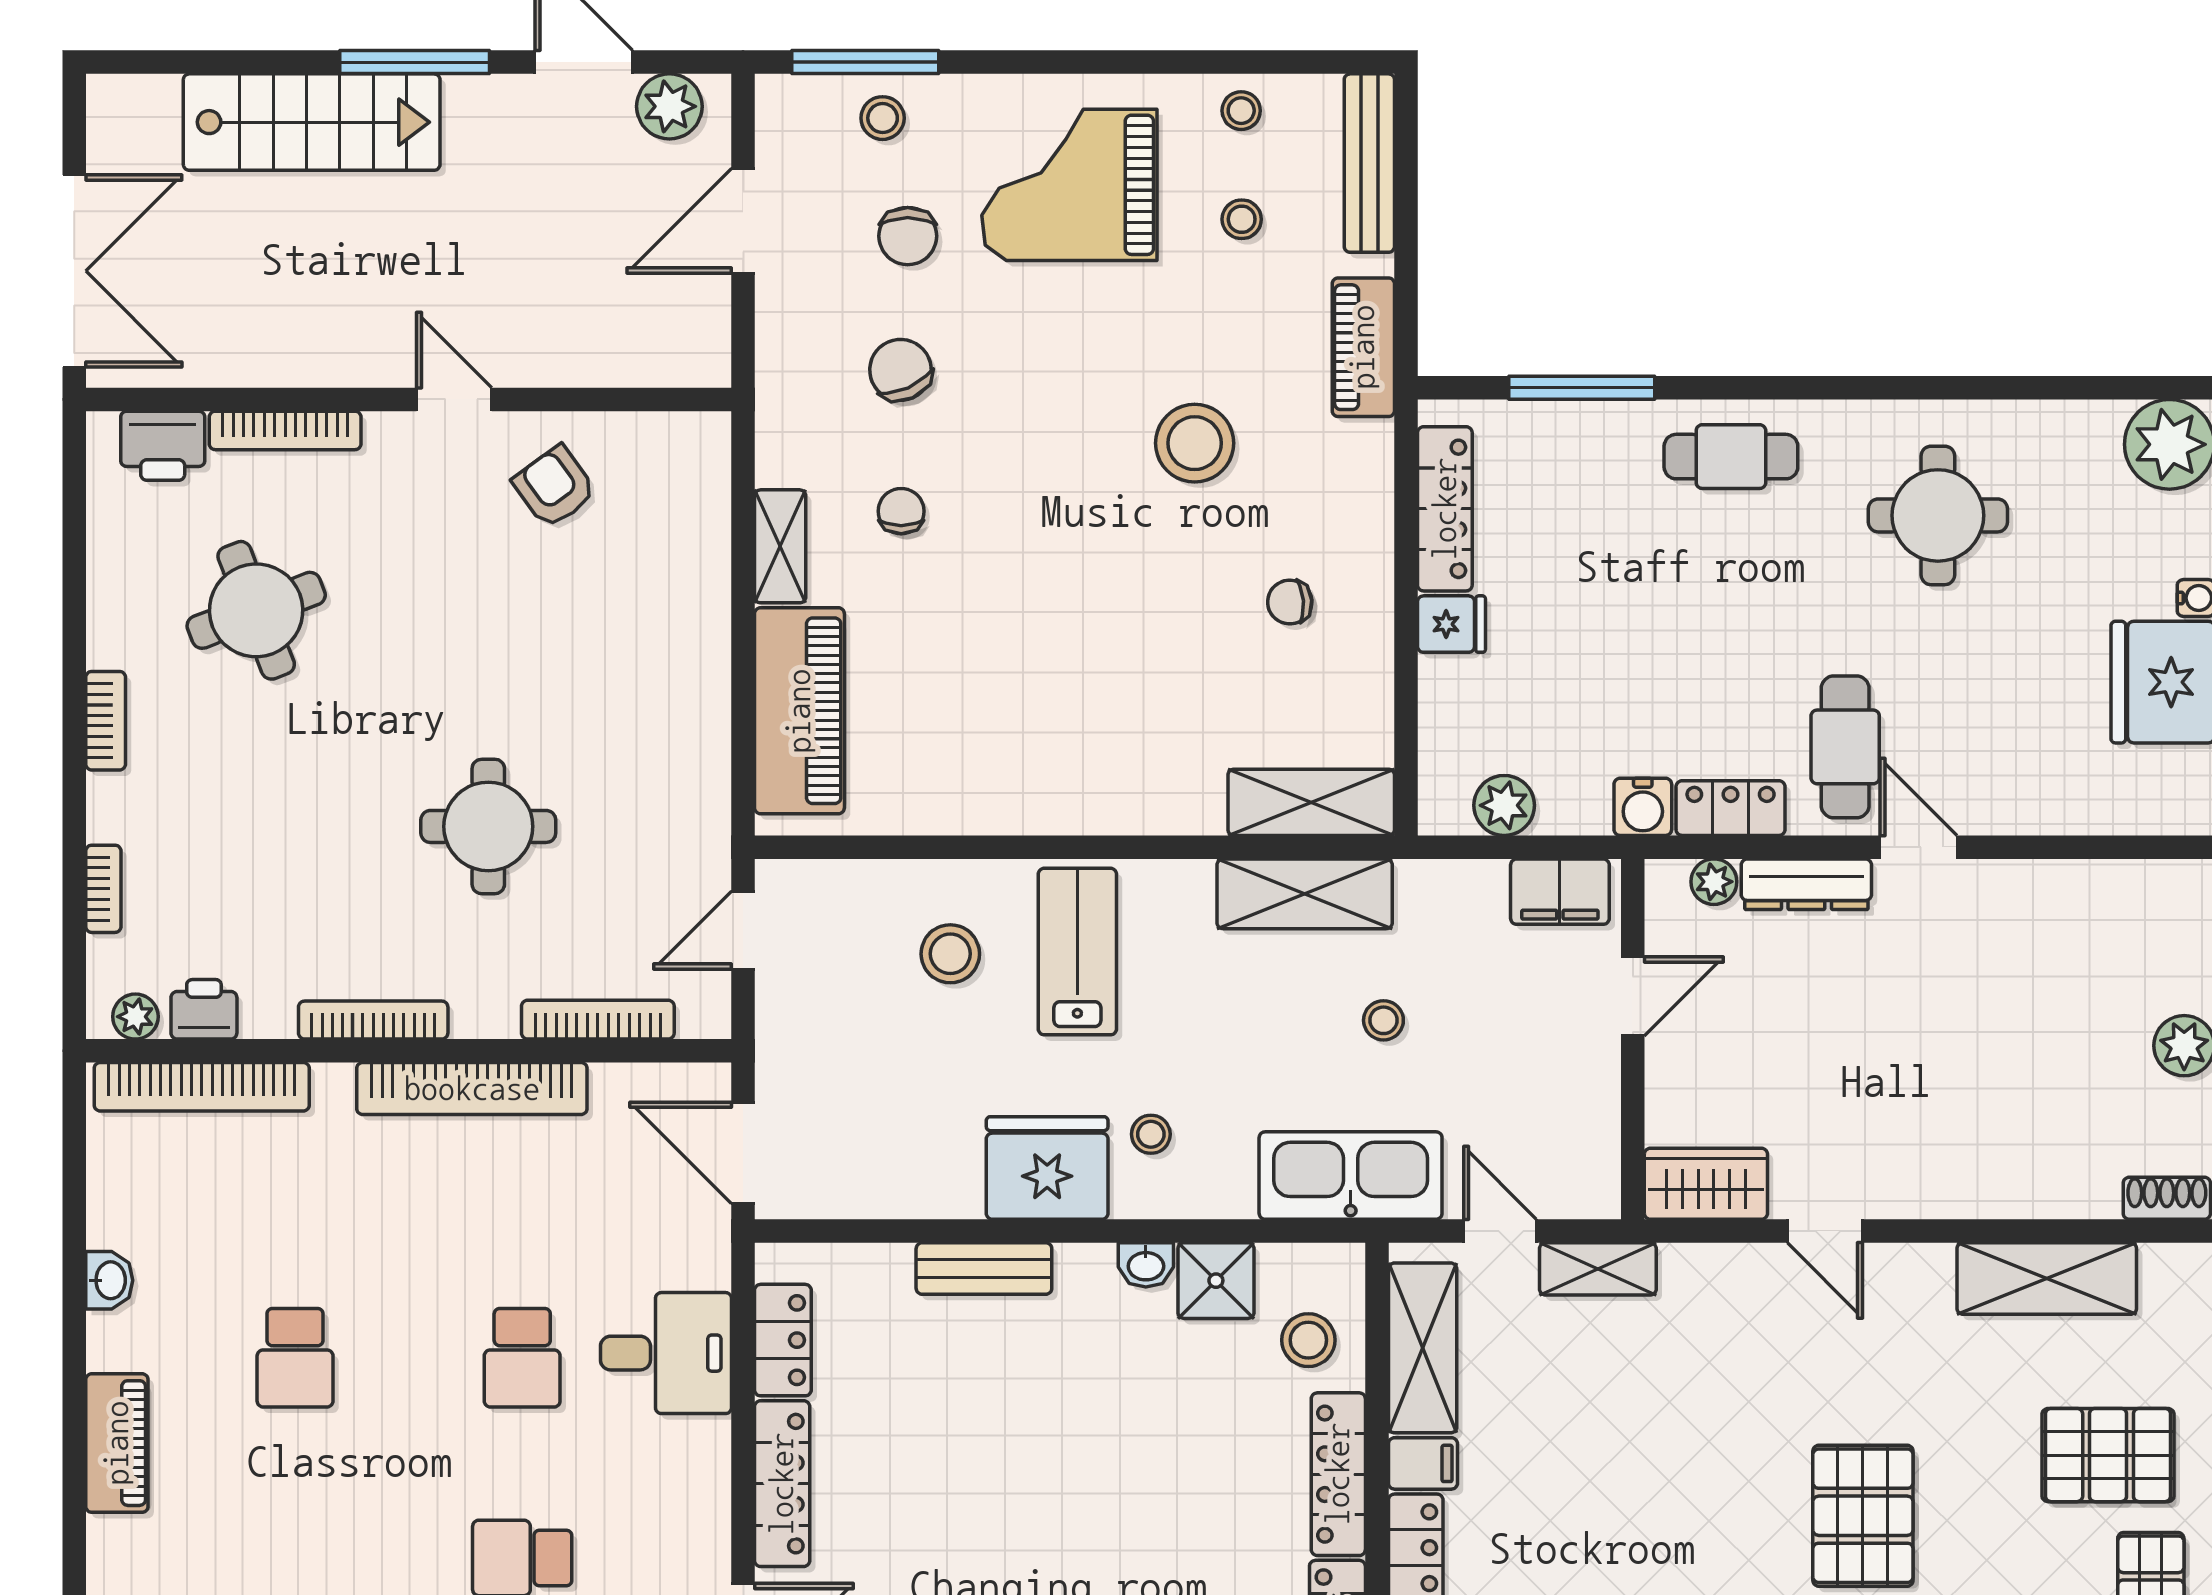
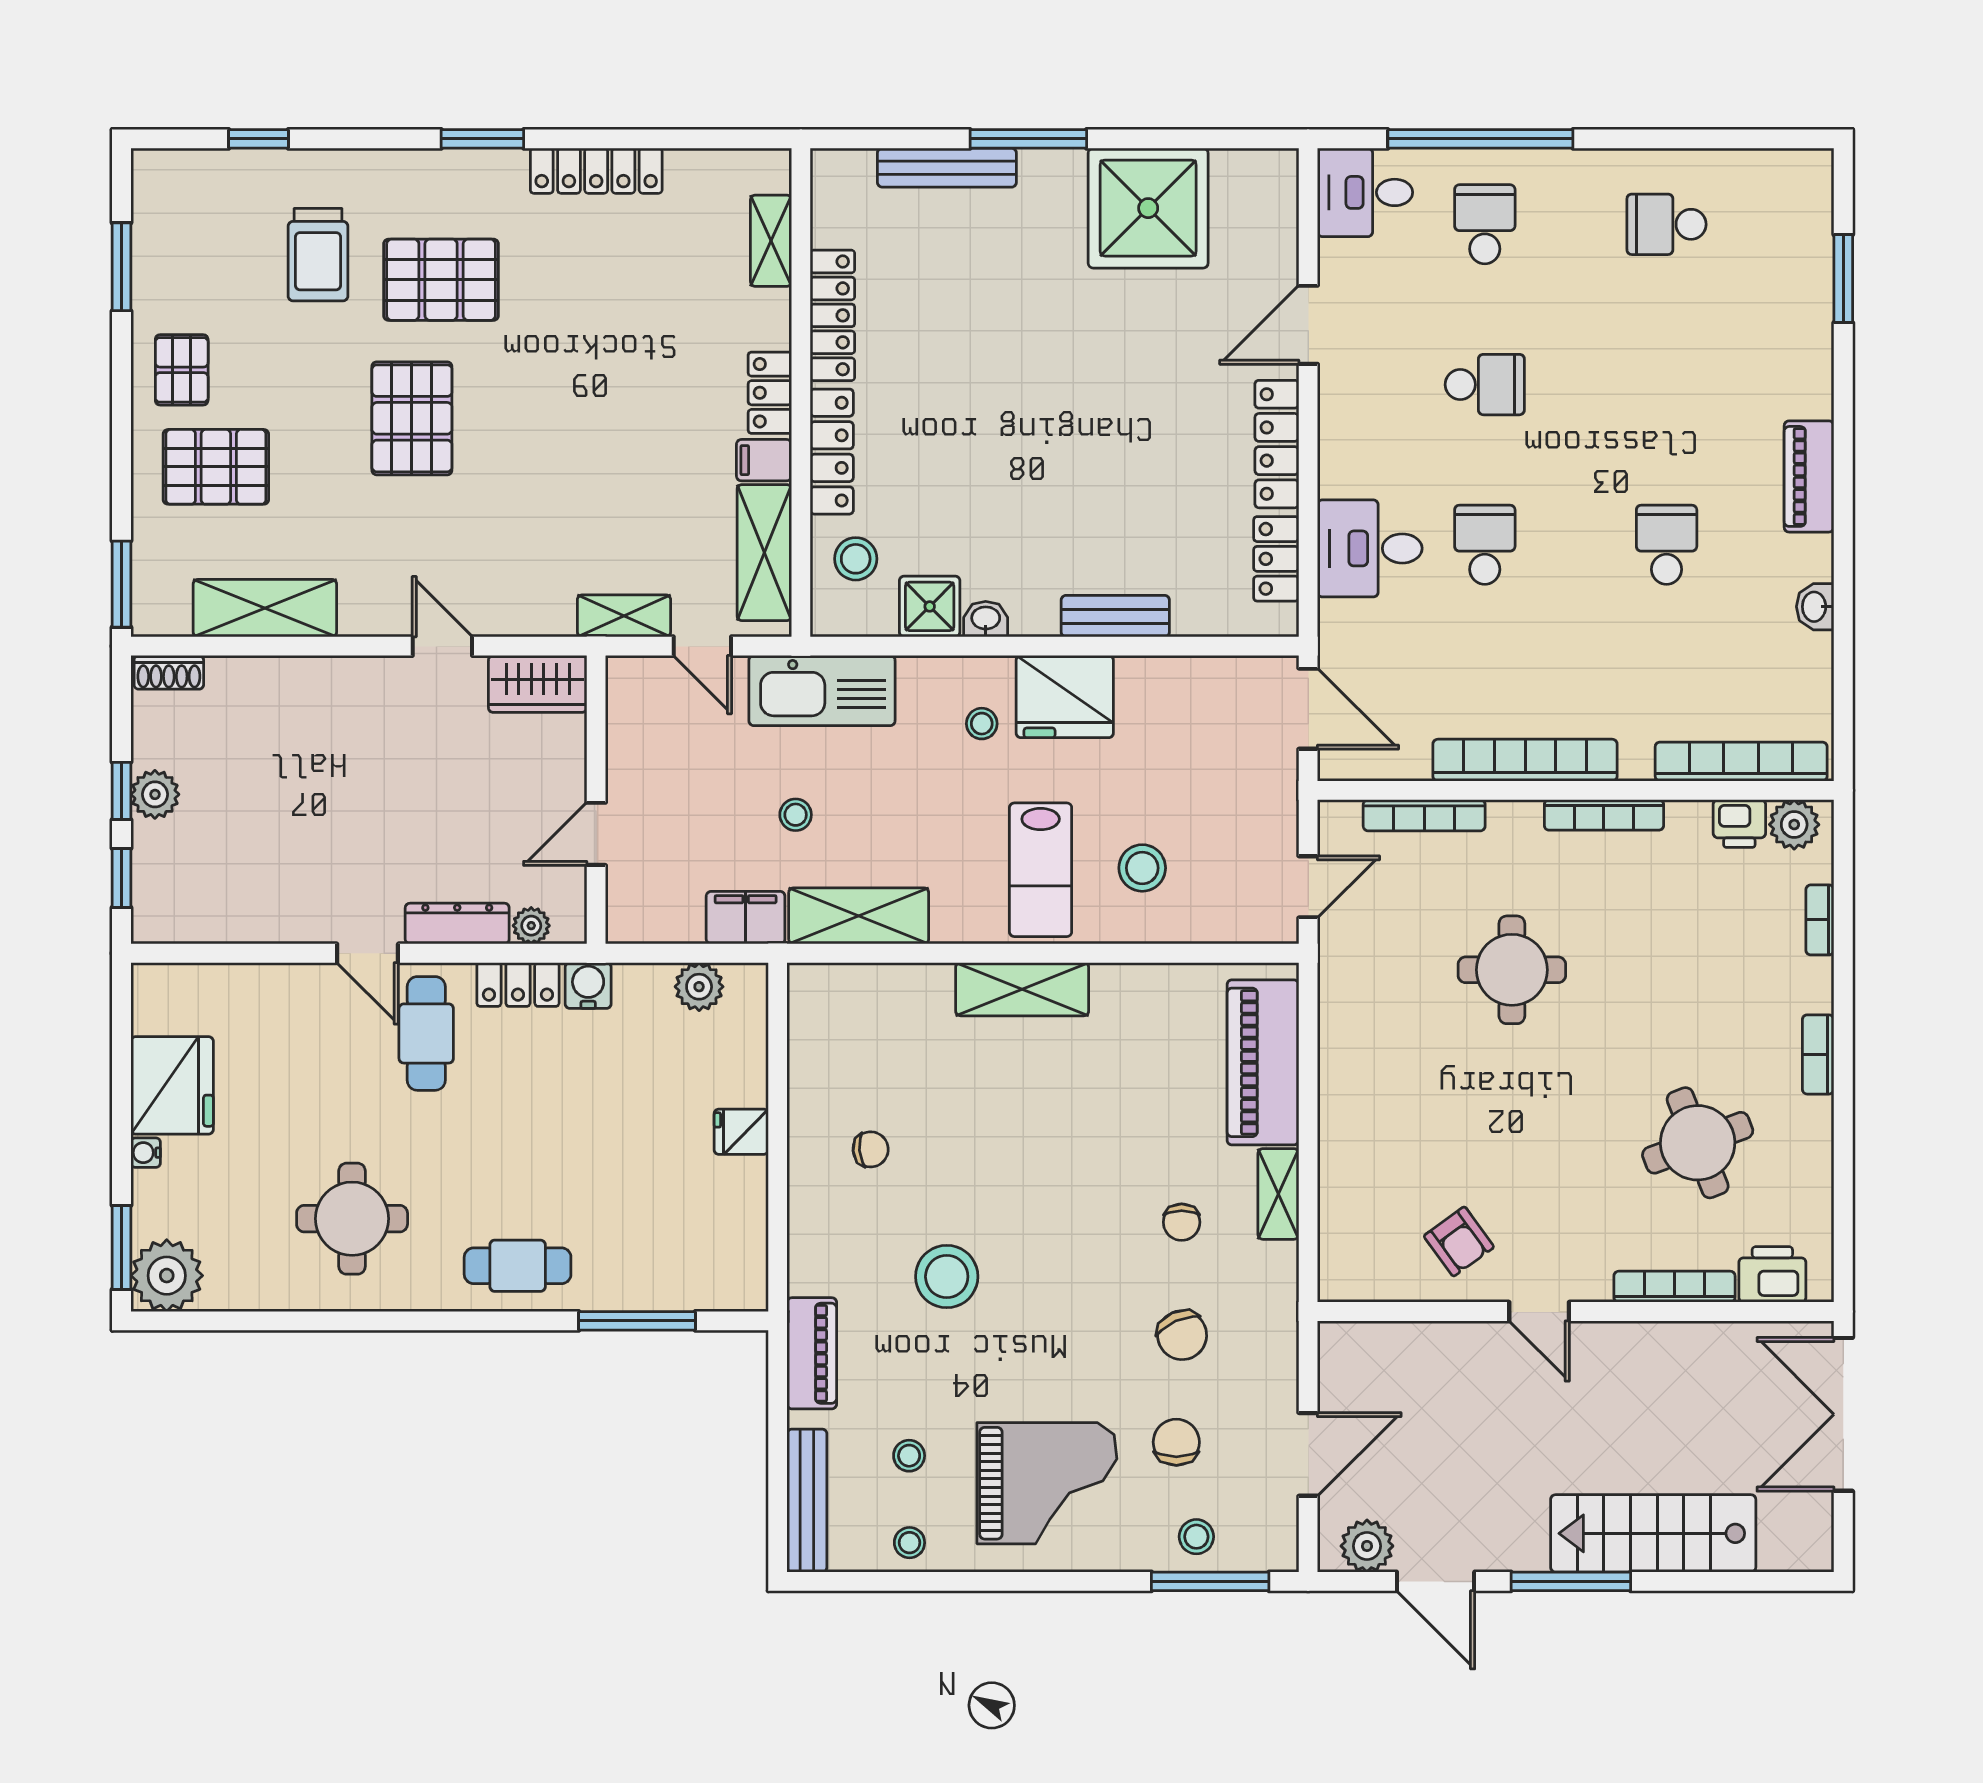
locker: (1445, 509) -> (747, 1224), removed
shelving: (1311, 802) -> (1022, 989), moved
filing cabinet: (1560, 892) -> (746, 918), moved
plant: (135, 1017) -> (1794, 825), width x1.38, depth x1.38

